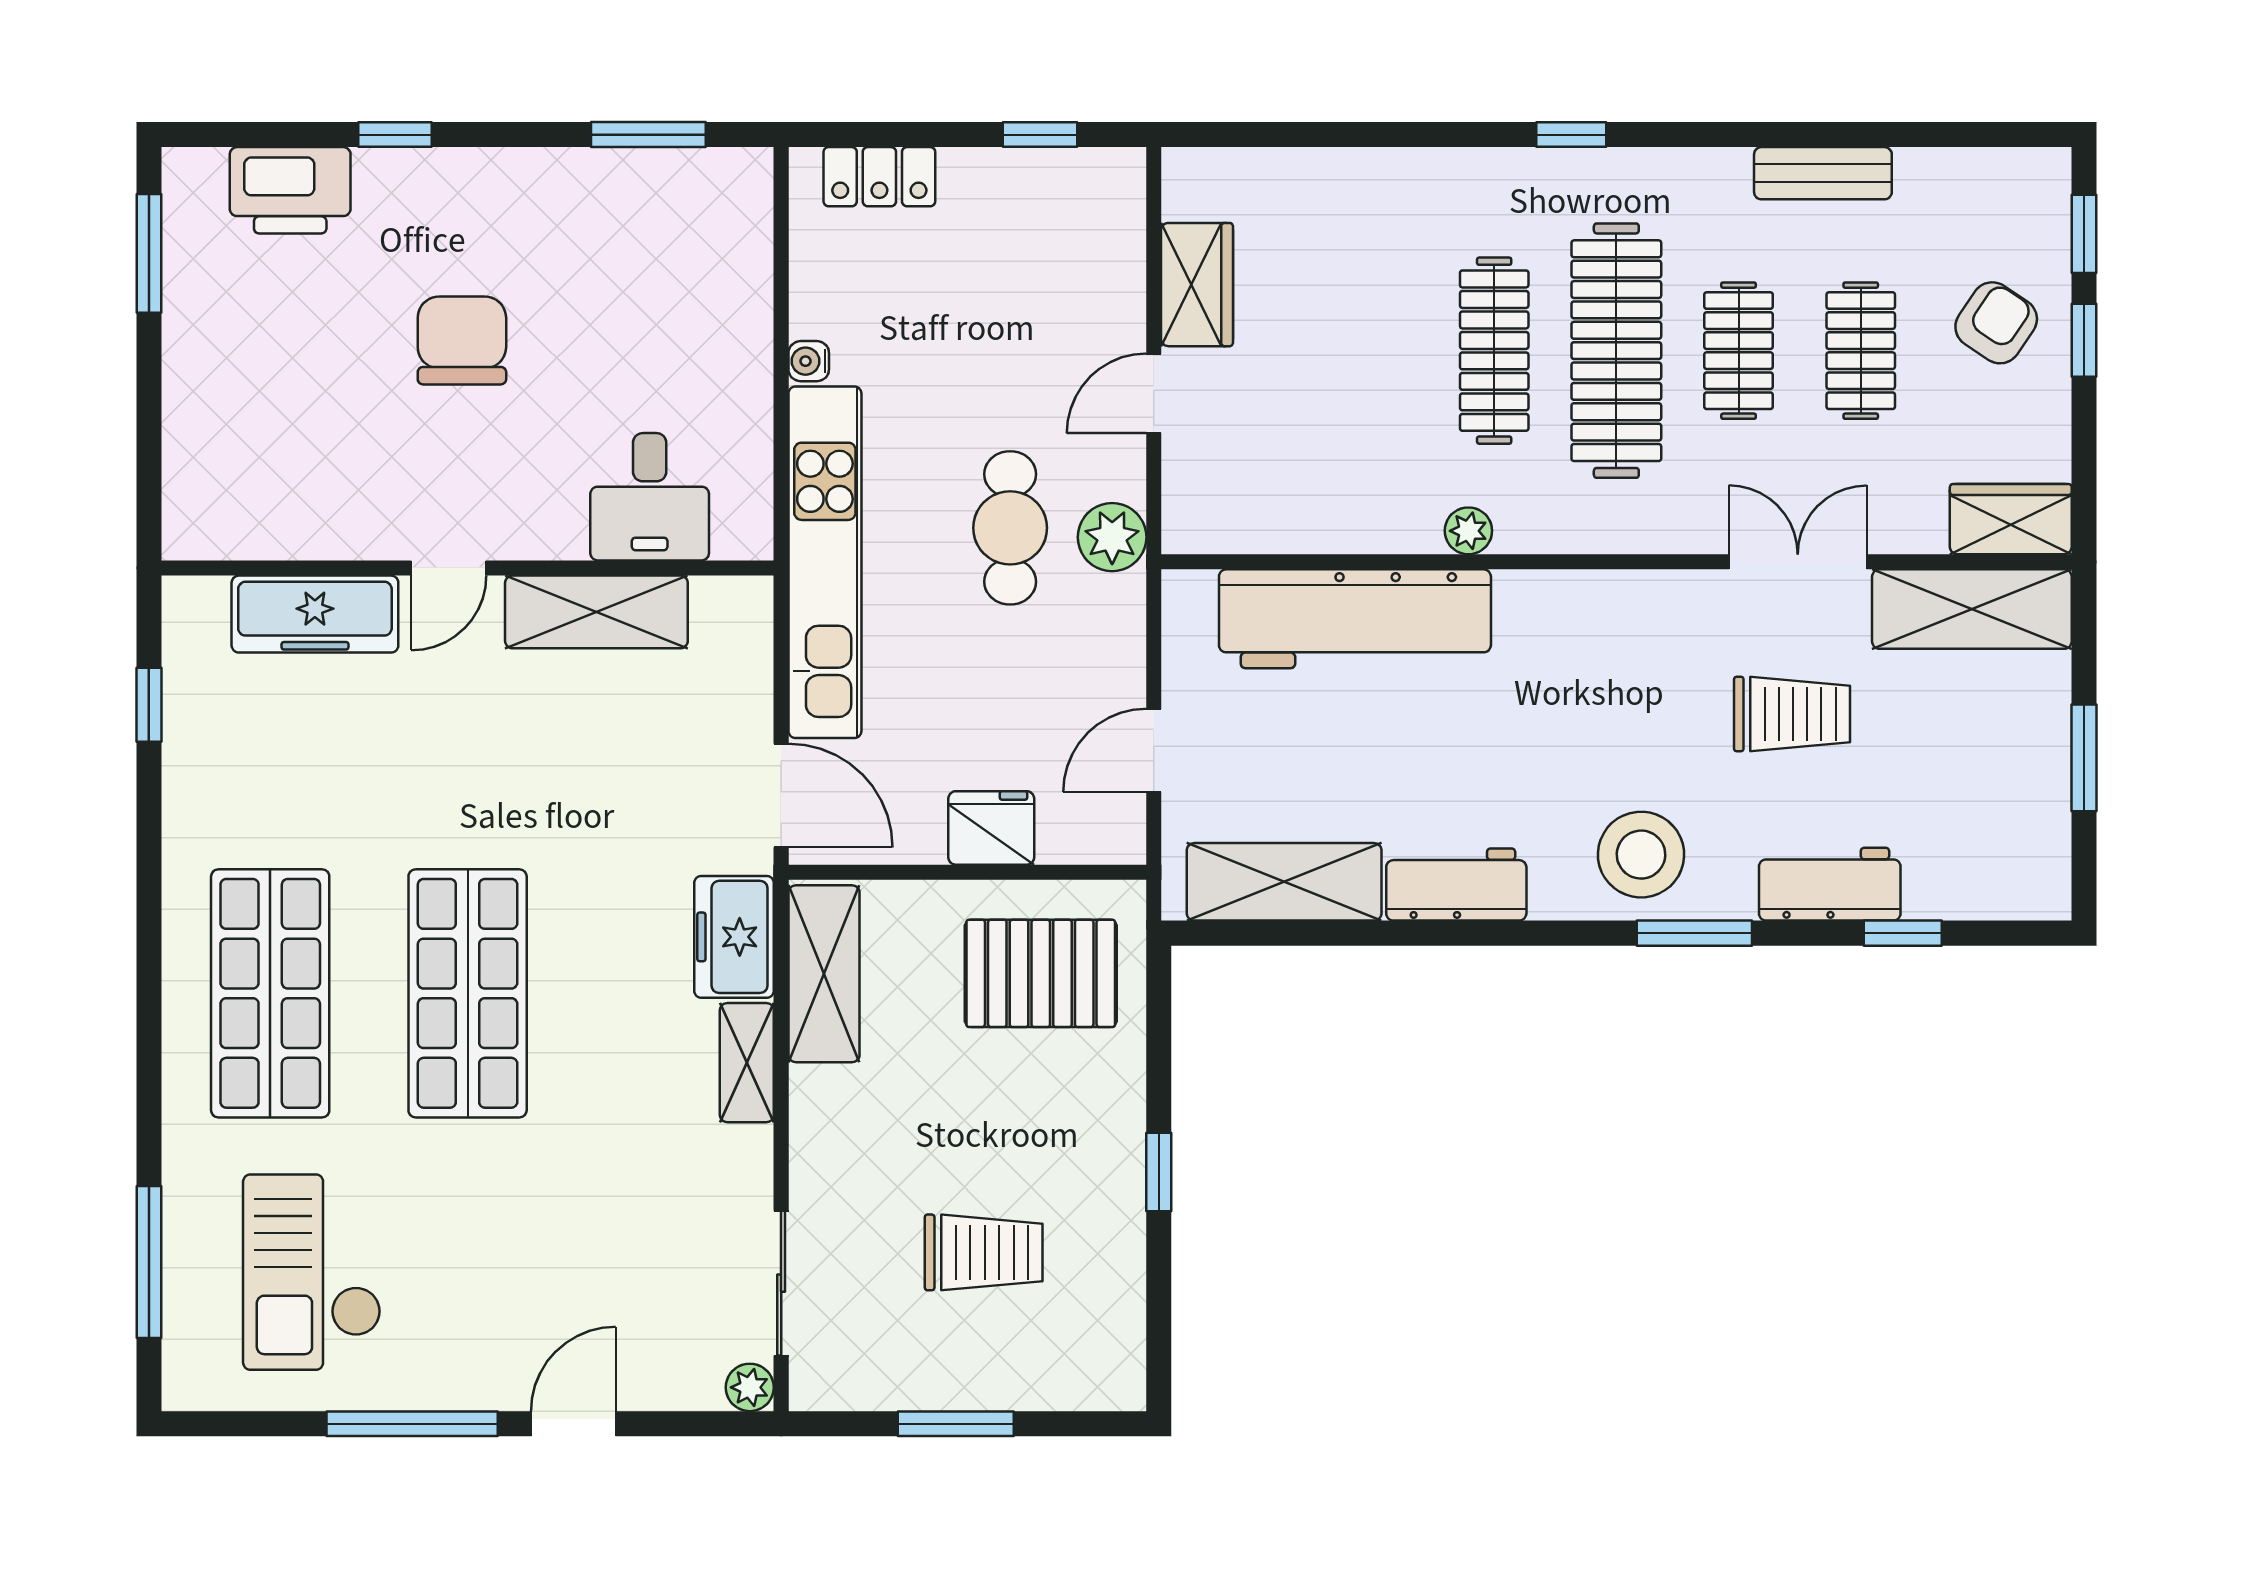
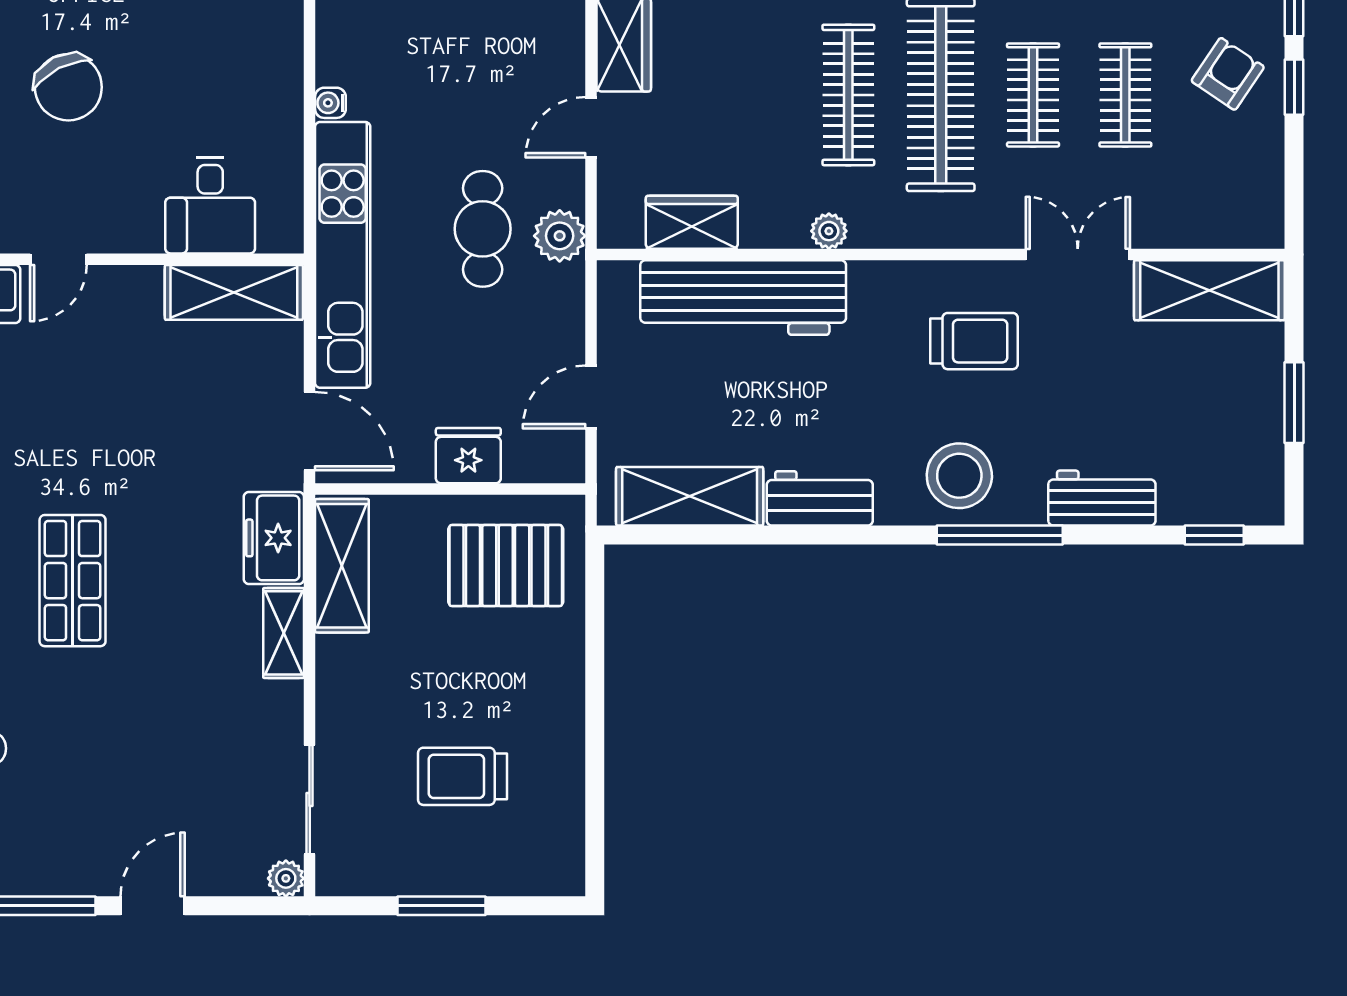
chair: (462, 340) -> (68, 87), turned 153
wardrobe: (2011, 519) -> (692, 222), moved
shelving: (596, 612) -> (234, 292), moved
trolley: (1792, 714) -> (974, 341), moved
window: (1694, 933) -> (1000, 535), width x1.44
window: (1903, 933) -> (1214, 535), moved
shop shelf: (468, 993) -> (73, 581), width x0.70, depth x0.74
window: (1159, 1172) -> (595, 716), removed
trolley: (984, 1252) -> (463, 776), turned 180

